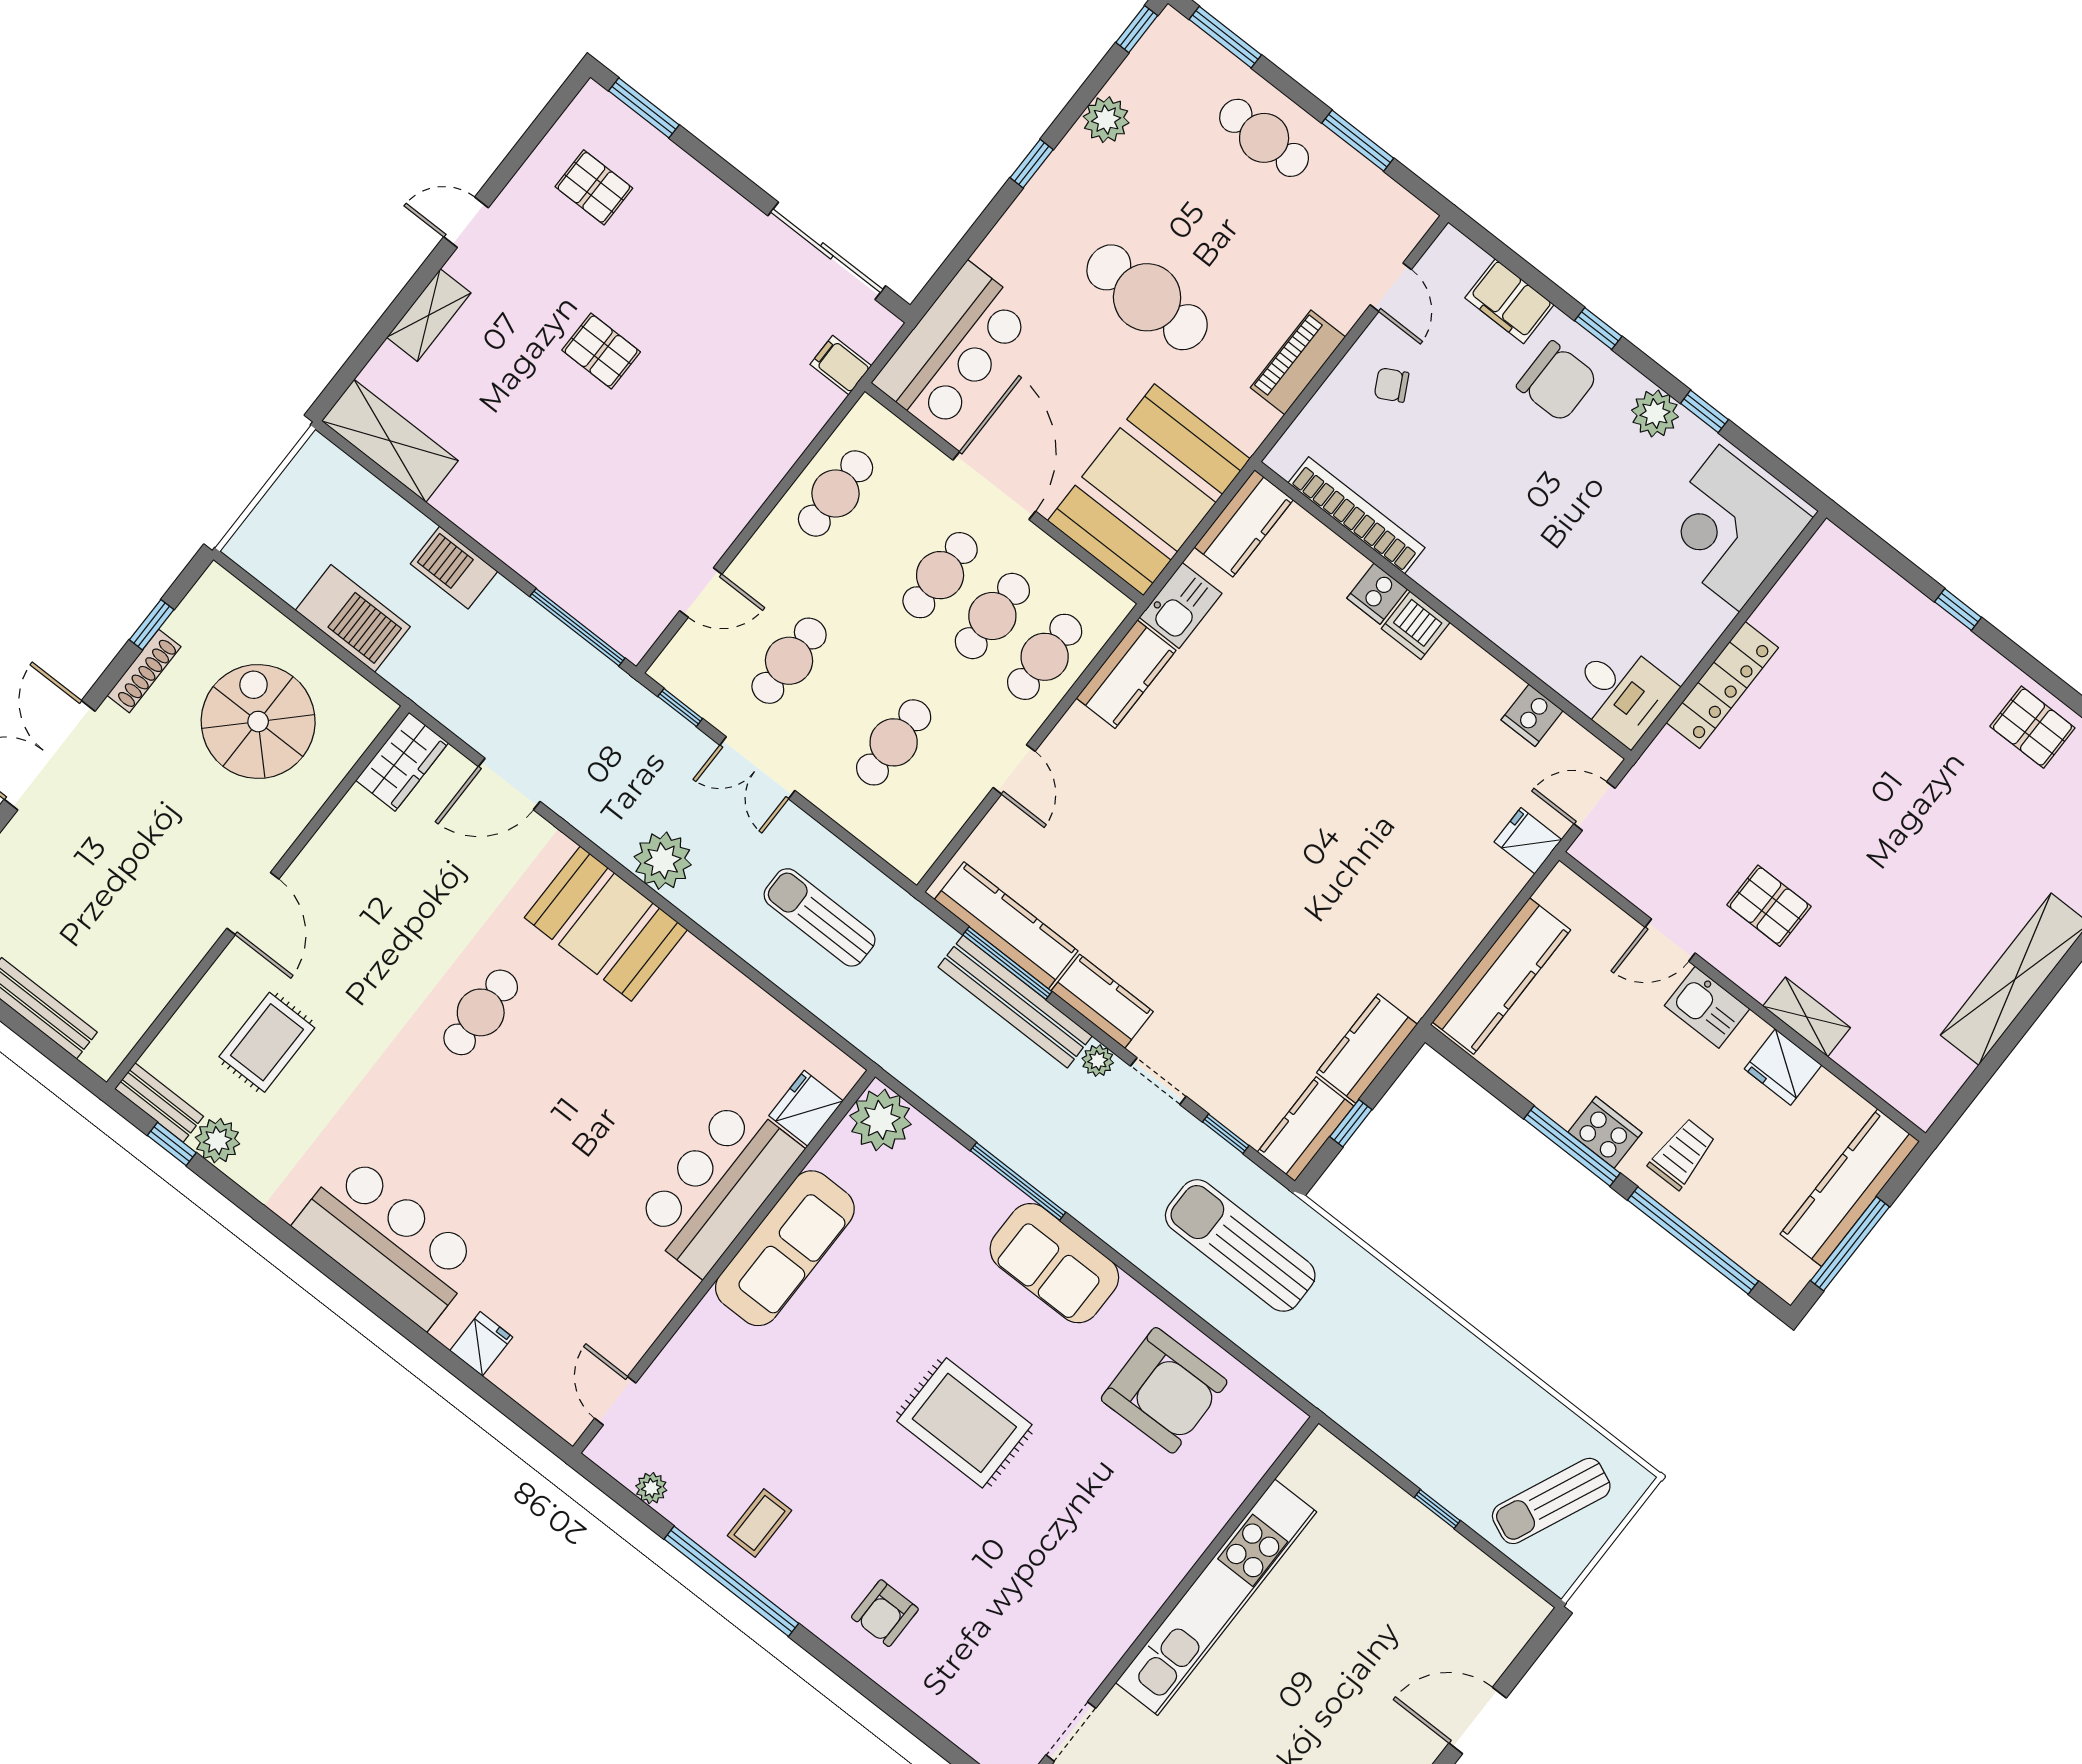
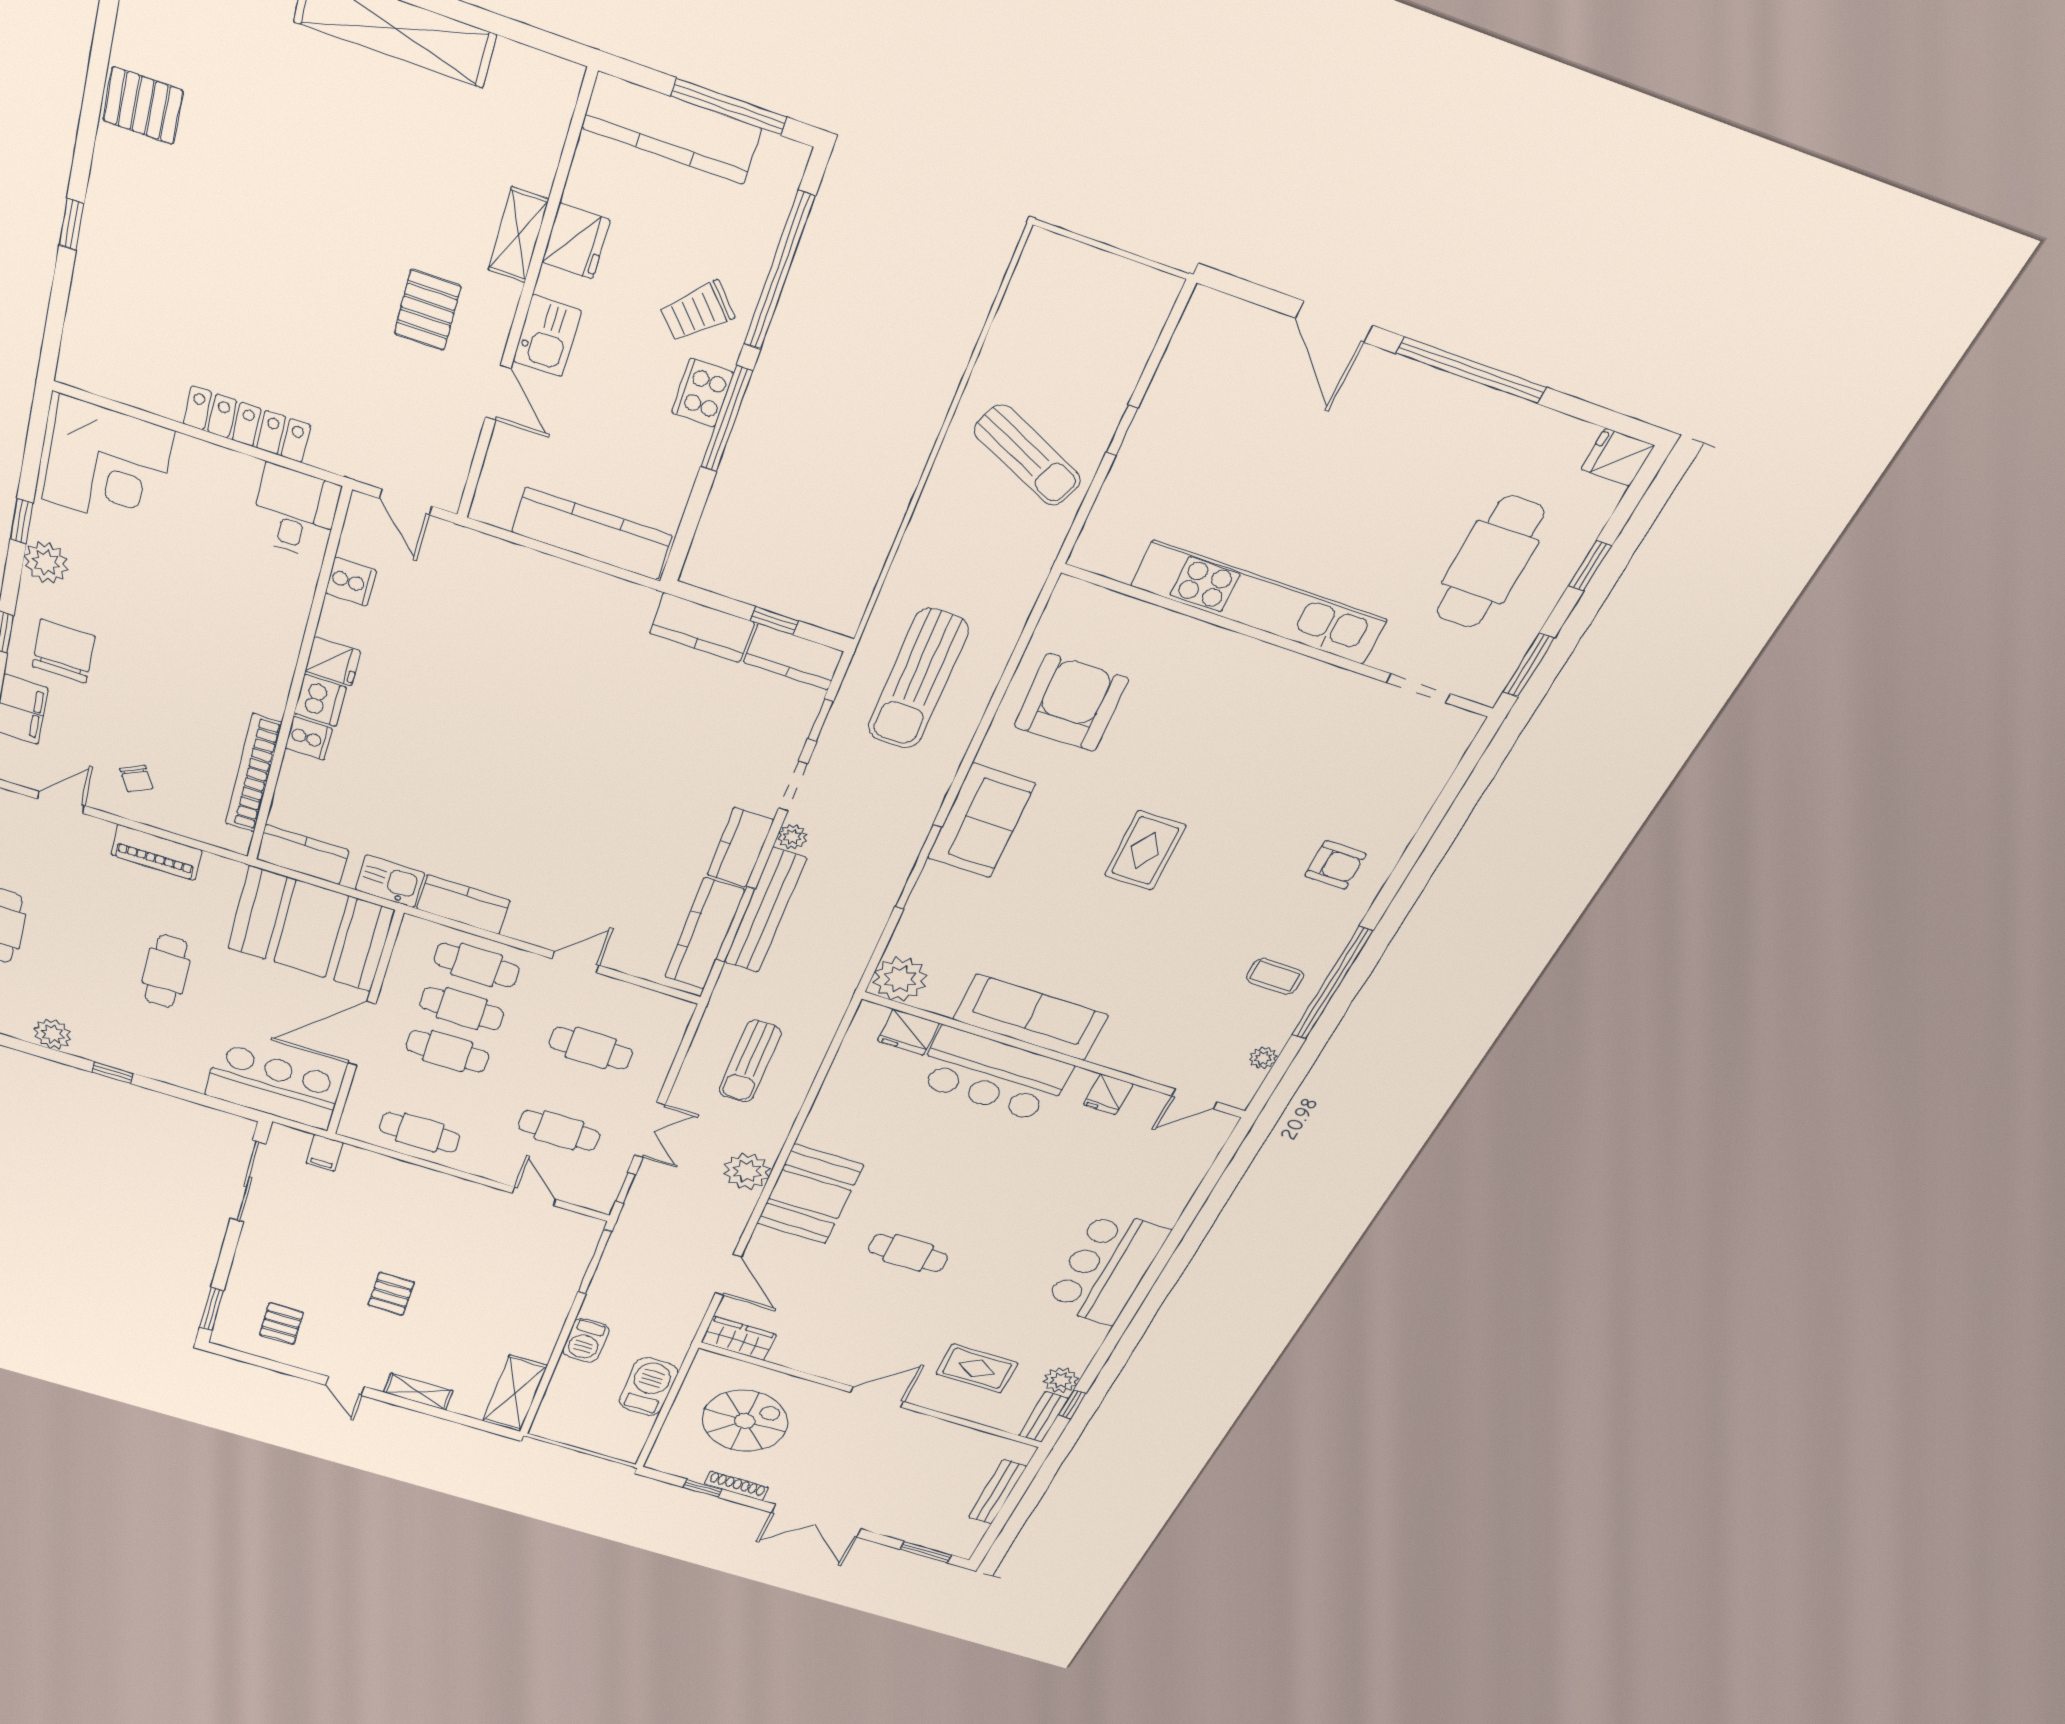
cafe table: (1147, 297) -> (166, 971), width x0.73, depth x0.74
spiral stairs: (258, 722) -> (745, 1421), turned 180
pallet: (2032, 727) -> (143, 106), turned 90
fridge: (1528, 841) -> (333, 661), moved, turned -90
trolley: (1682, 1154) -> (697, 312), turned -43
fridge: (481, 1344) -> (1108, 1094), moved, turned -90
rug: (964, 1423) -> (1145, 850), width x0.73, depth x0.70
sun lounger: (1551, 1501) -> (1027, 455), moved

